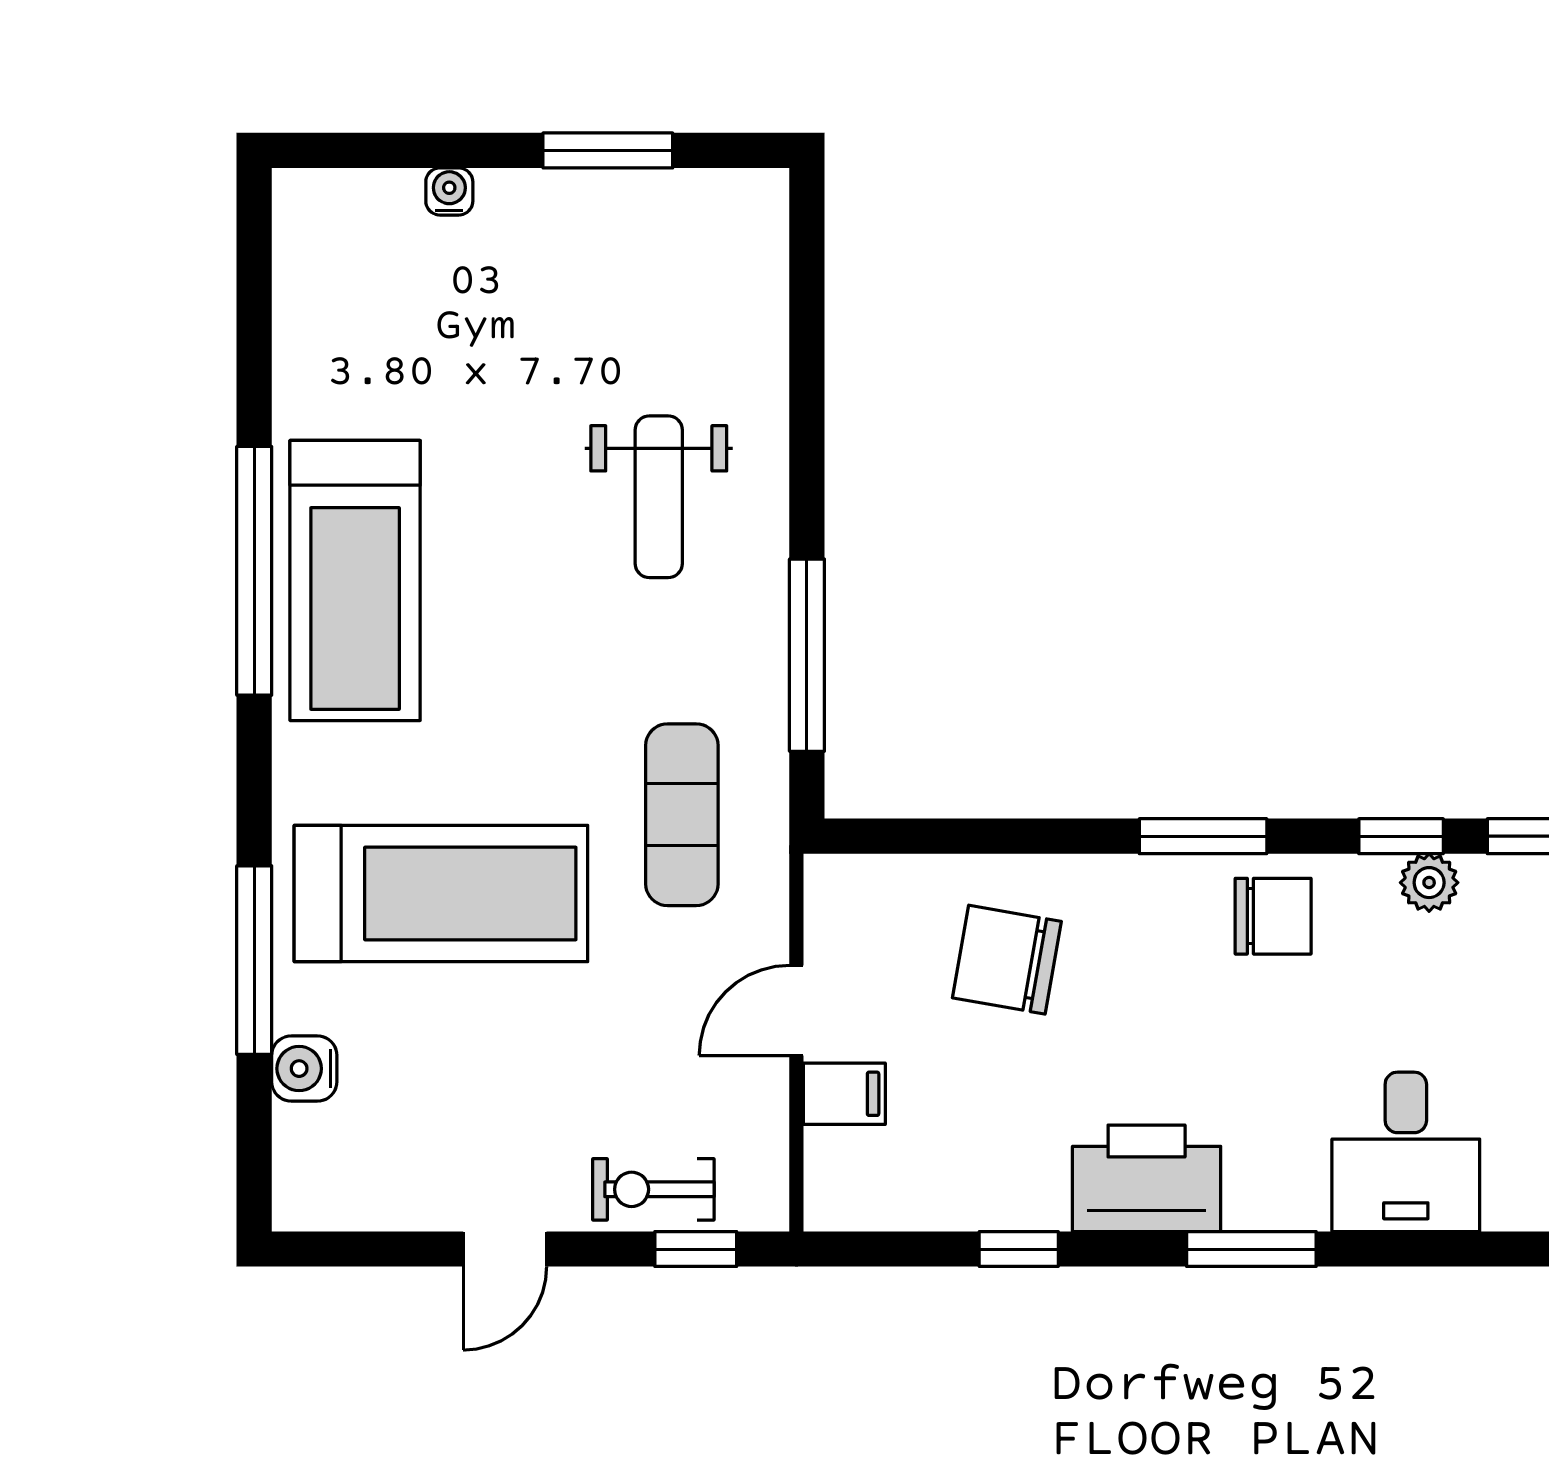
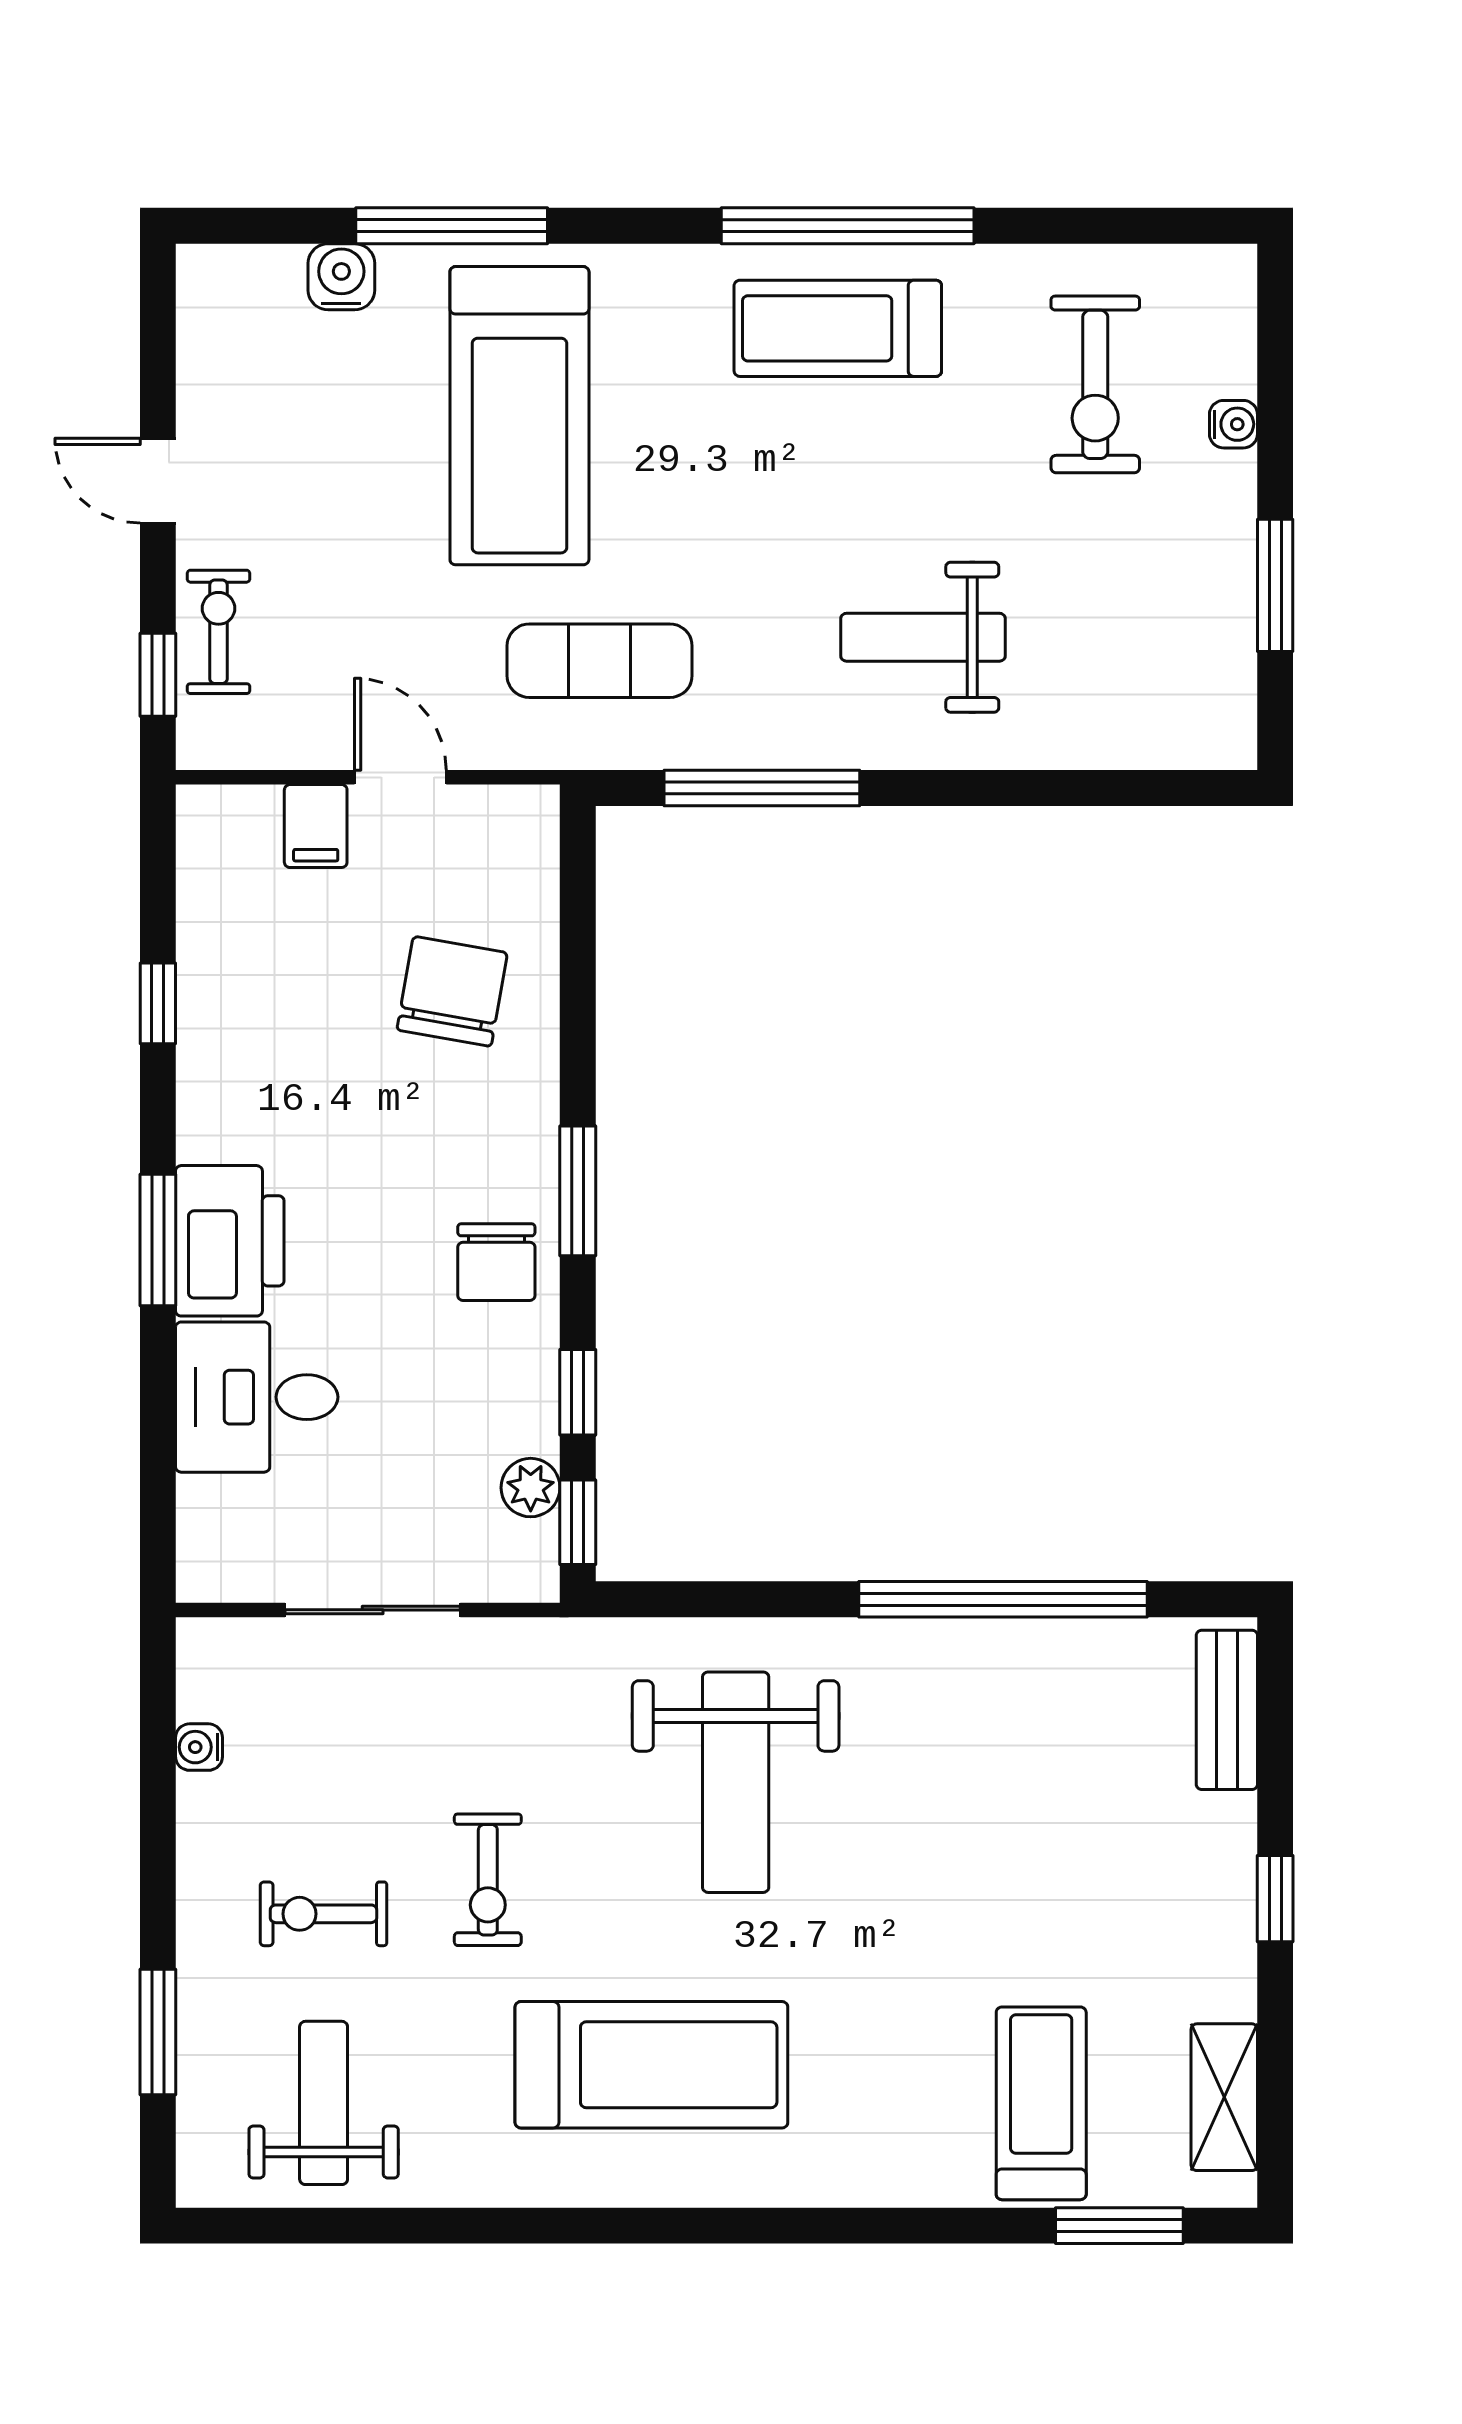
exercise bike: (410, 327) -> (1095, 384), added
treadmill: (355, 580) -> (838, 328), width x0.73, depth x0.73
plant: (1429, 883) -> (531, 1488), moved
printer: (1147, 1178) -> (230, 1241), moved

